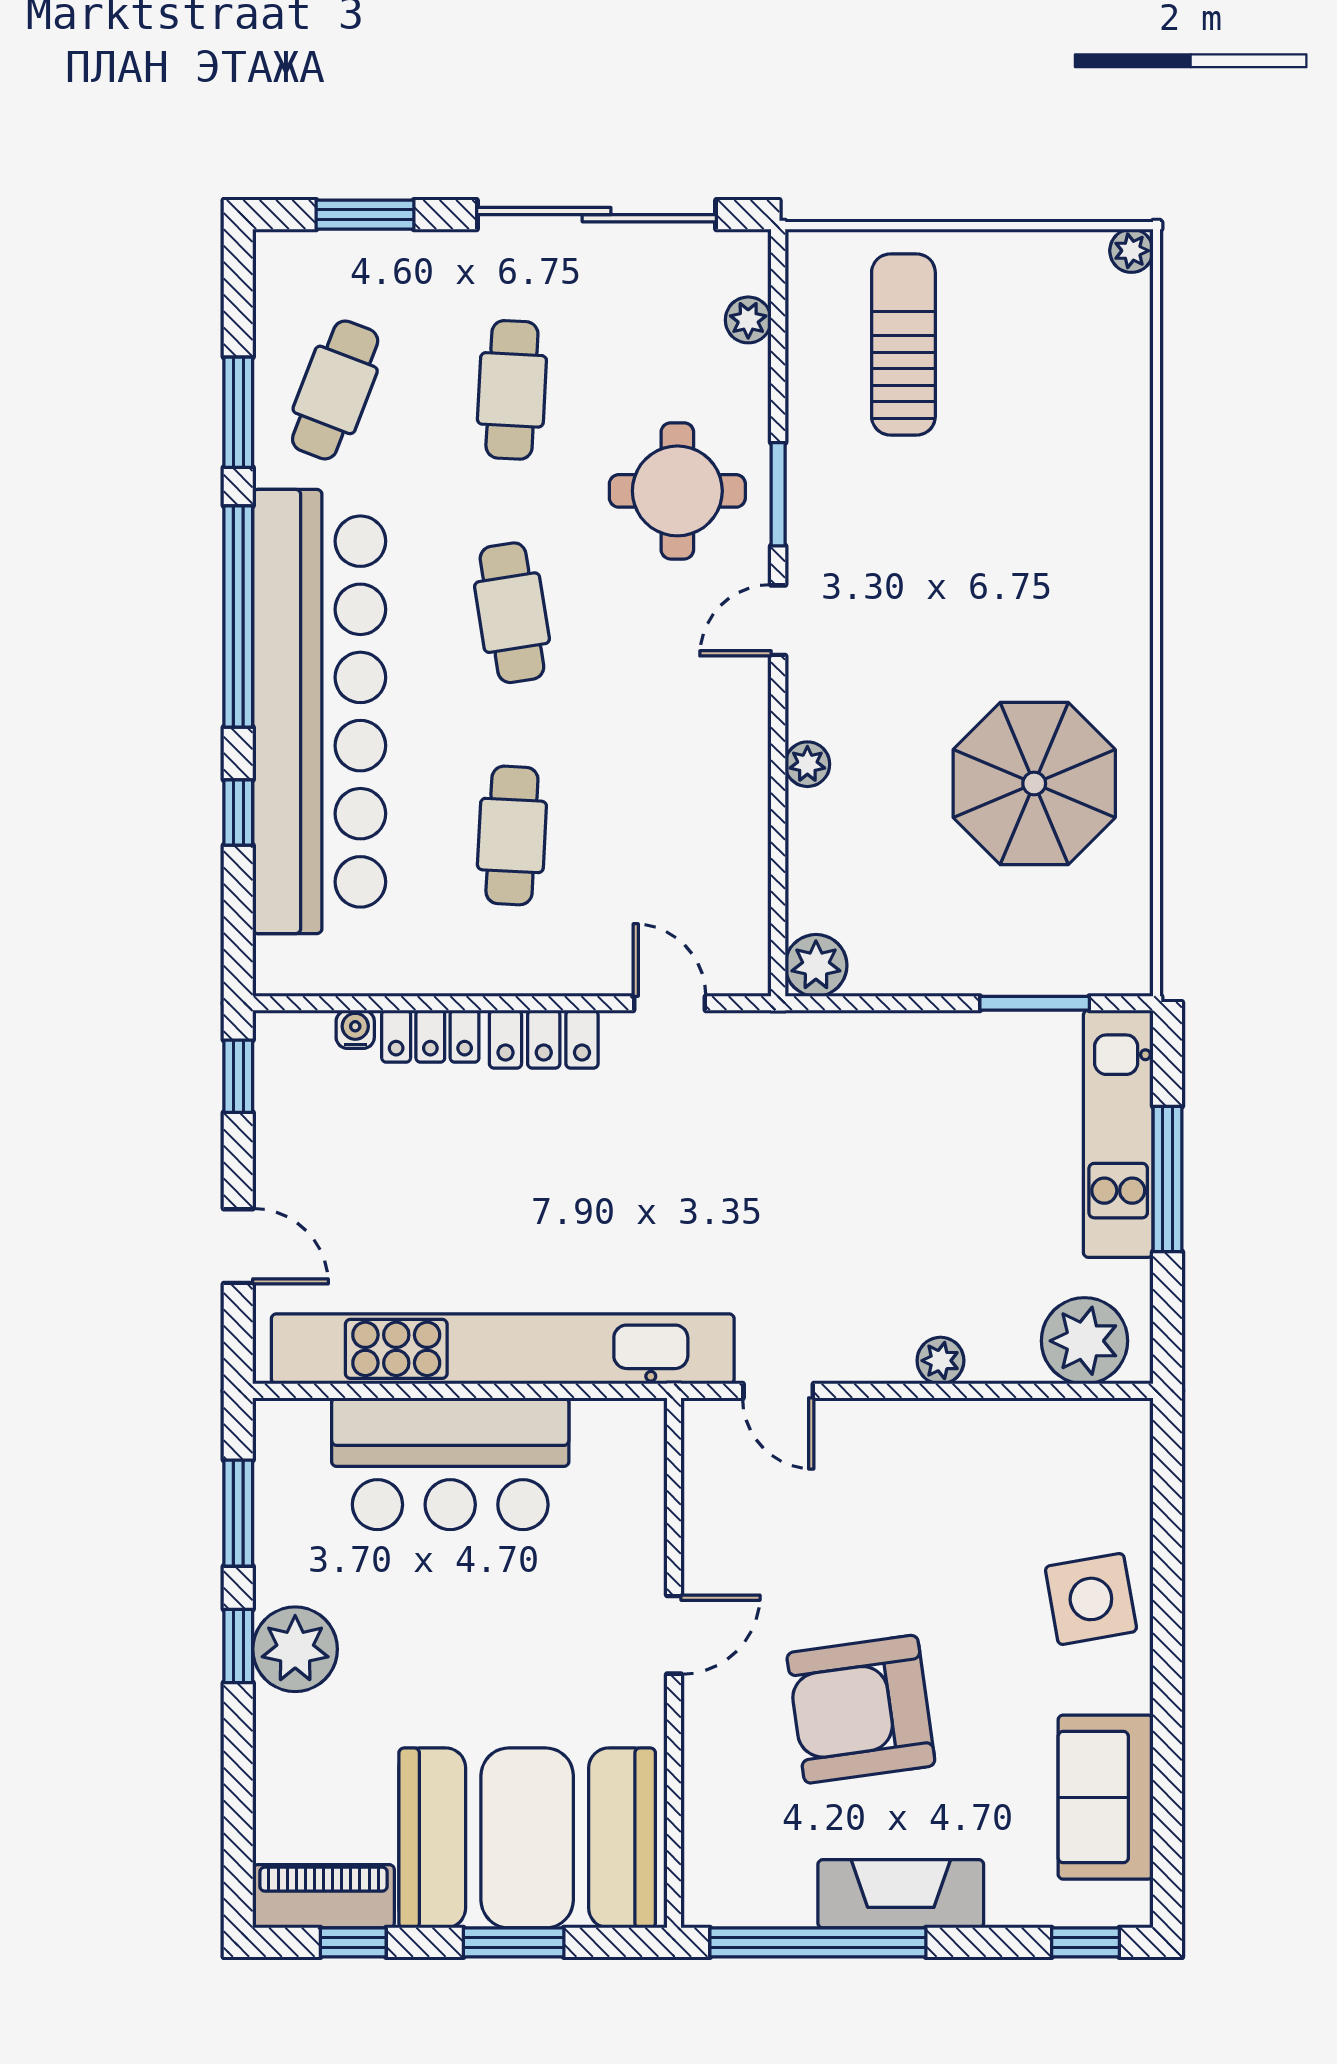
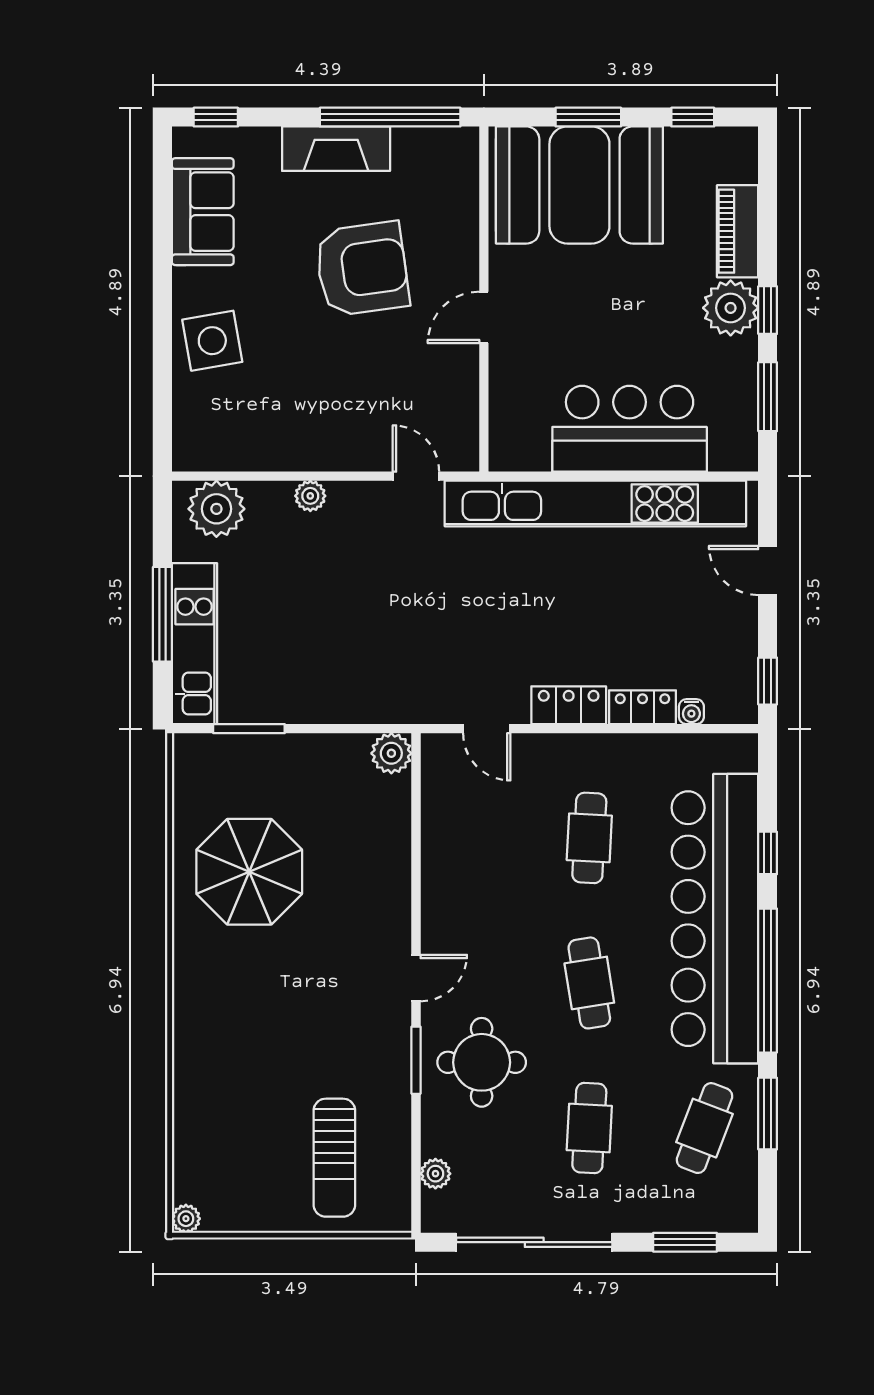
plant: (807, 764) -> (397, 884), removed
piano: (324, 1896) -> (738, 231), moved, turned 90

